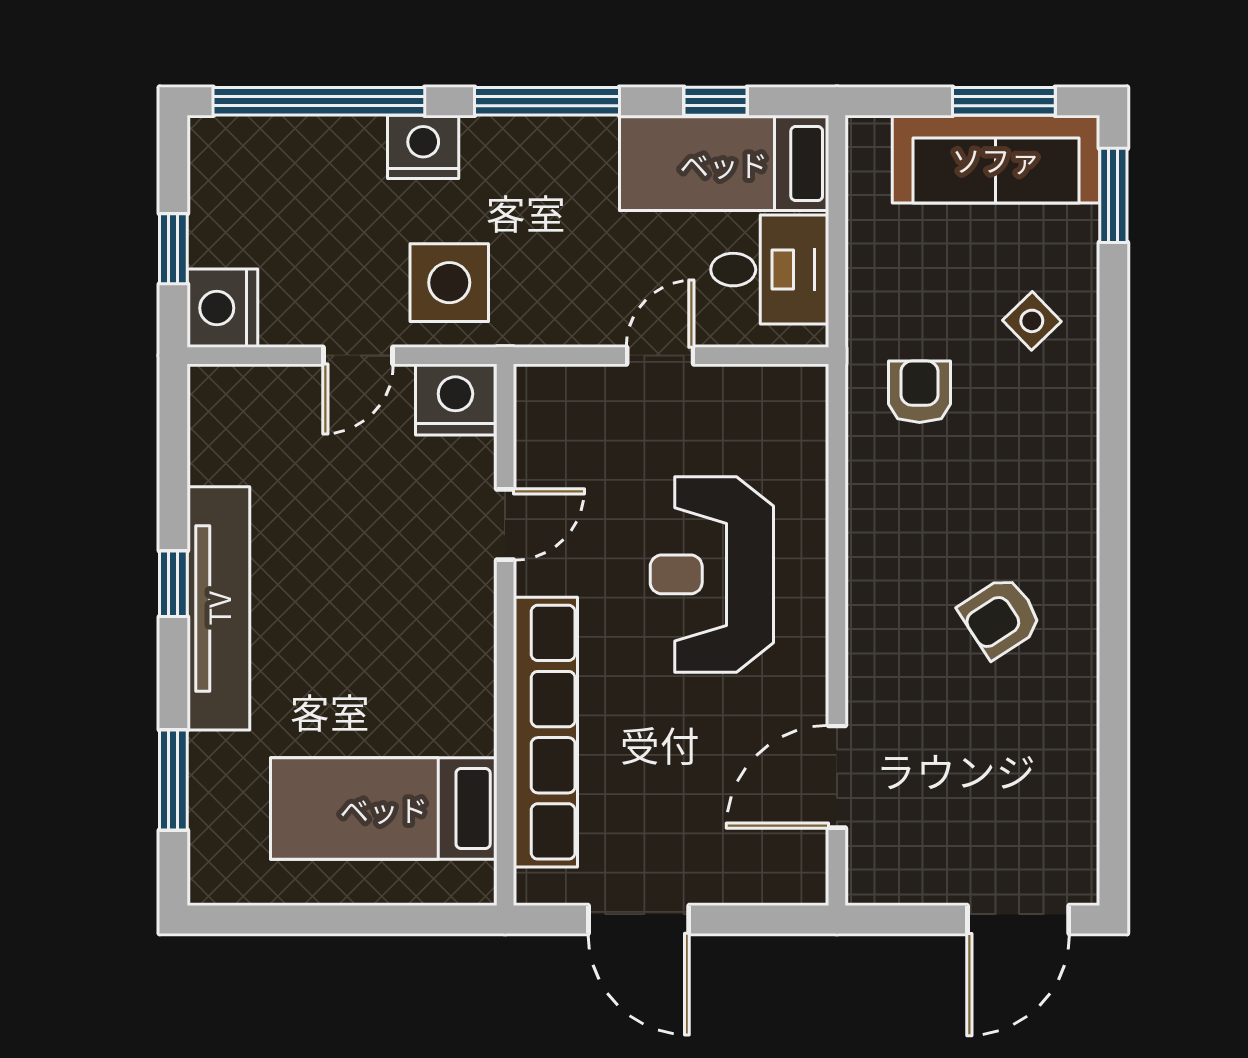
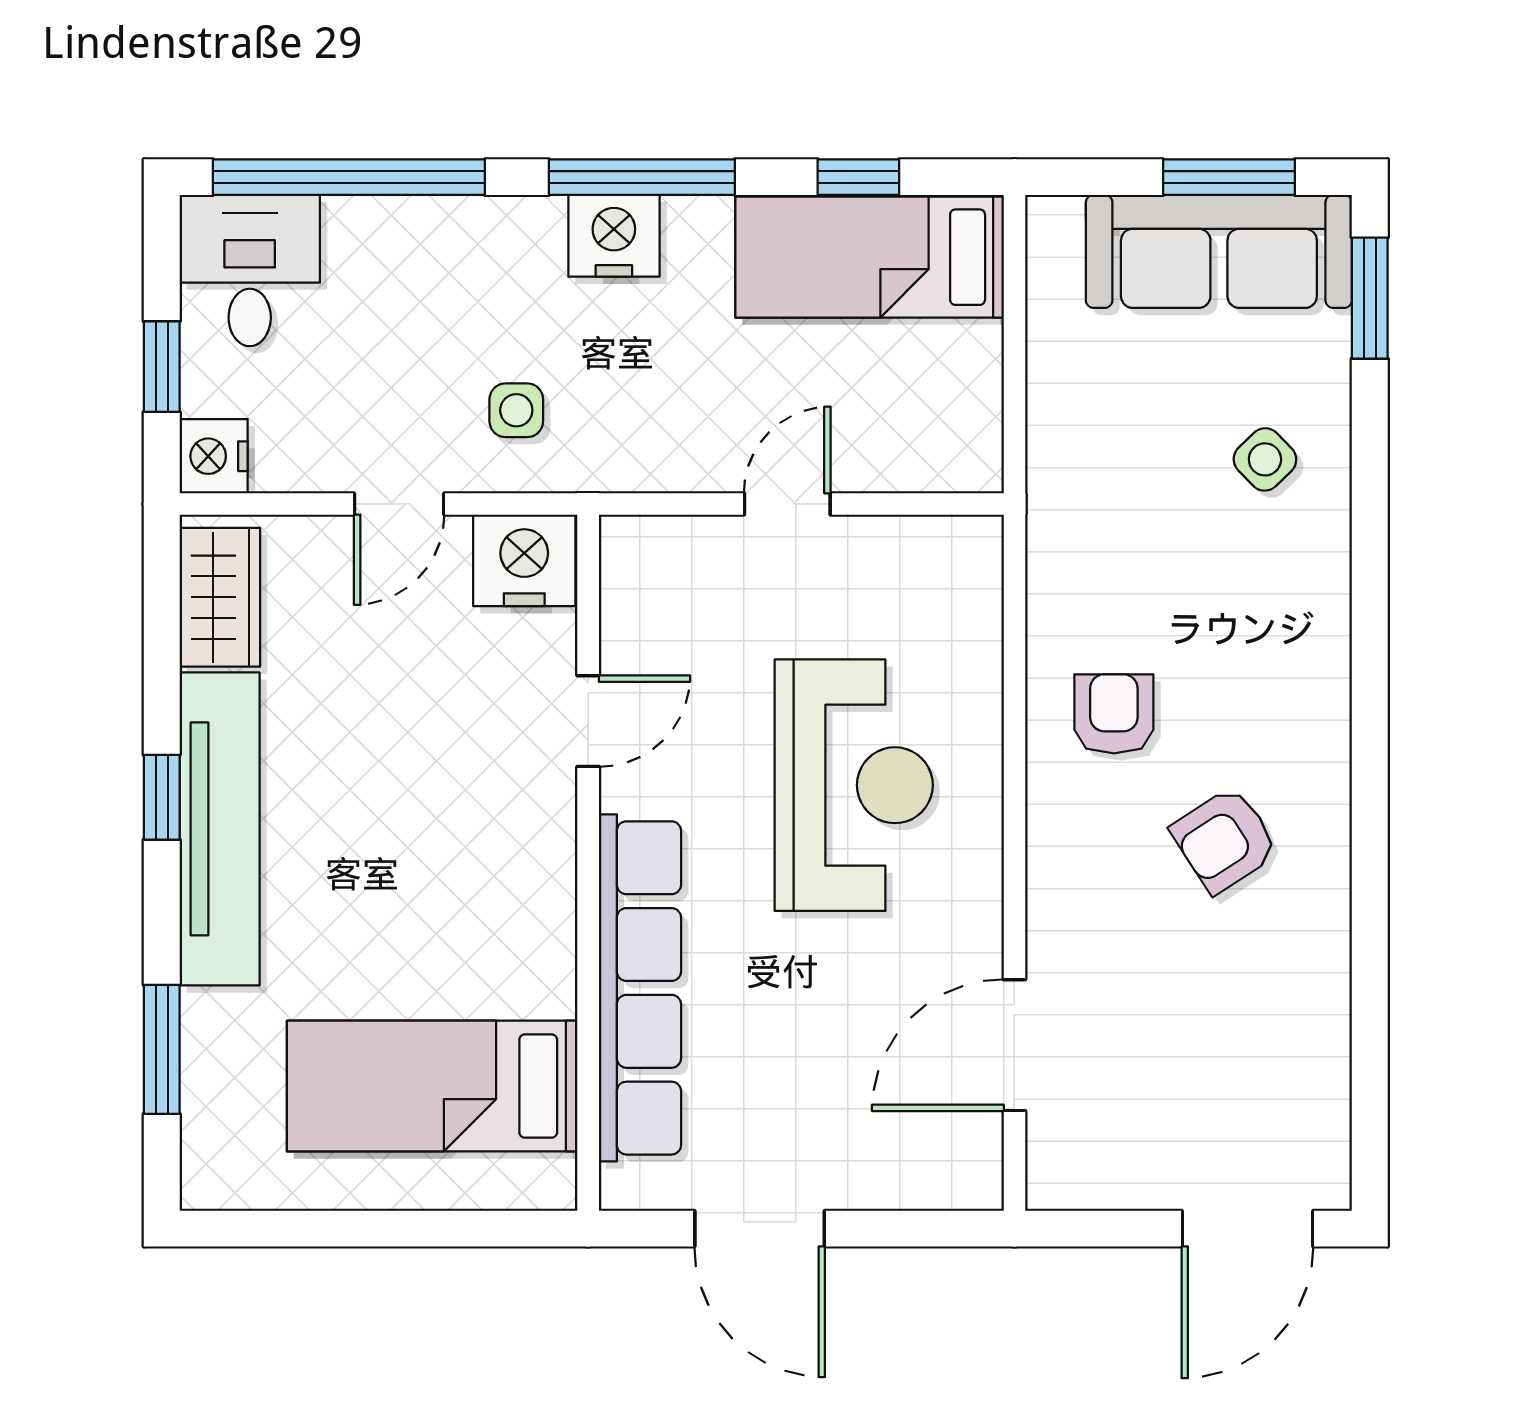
nightstand: (423, 147) -> (614, 236), moved
desk: (770, 270) -> (250, 271), moved, turned -90
side table: (449, 283) -> (516, 410), width x0.54, depth x0.54
nightstand: (222, 308) -> (214, 456), width x0.74, depth x0.75
armchair: (920, 392) -> (1114, 714), moved
wardrobe: (219, 428) -> (220, 597), added
reception desk: (712, 574) -> (854, 785), turned 180

